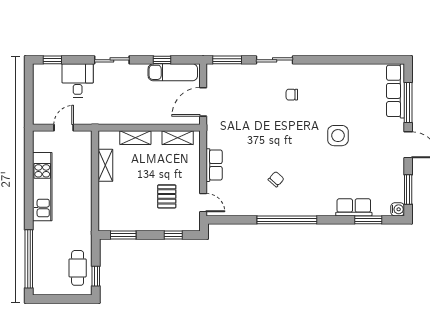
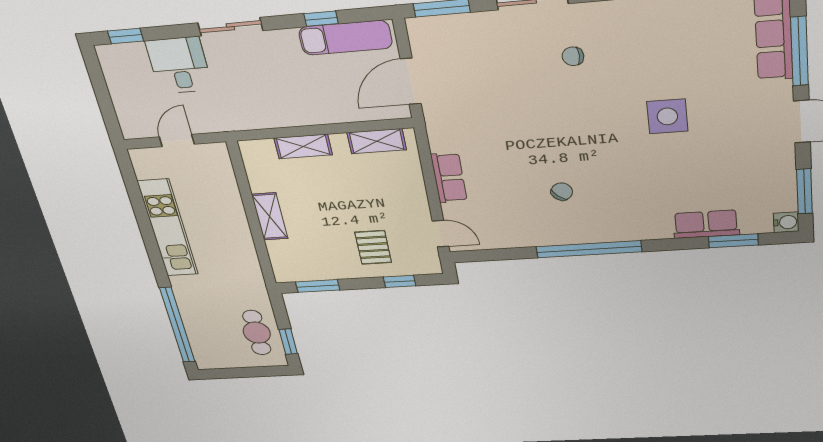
shelving: (105, 165) -> (270, 216), moved
pallet: (167, 196) -> (373, 247), moved

